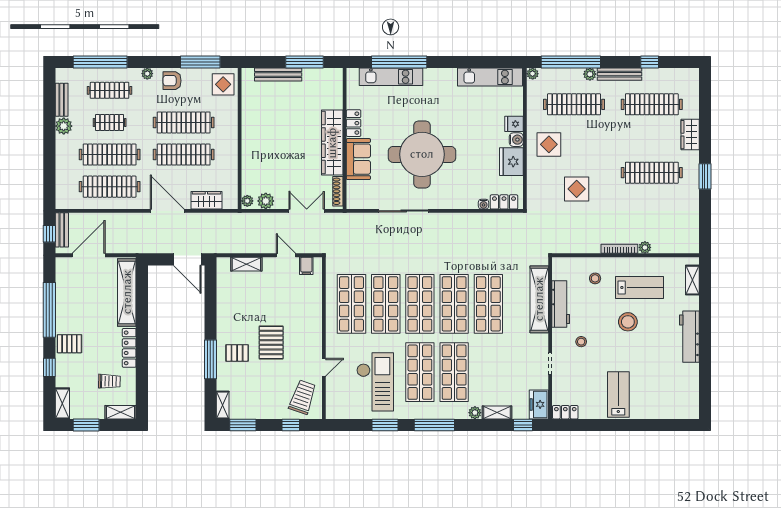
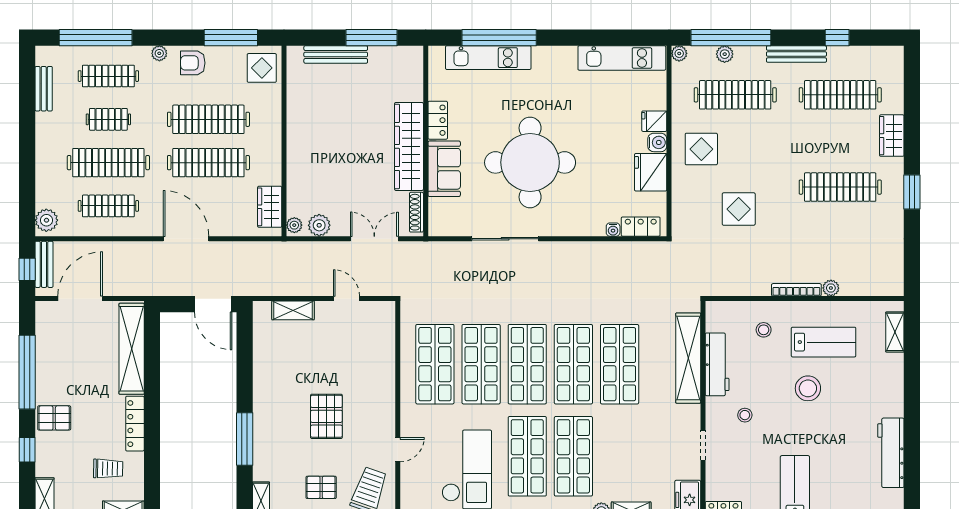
plant: (590, 74) -> (725, 54), moved
plant: (64, 126) -> (46, 220), moved
clothes rail: (110, 187) -> (108, 206), width x0.73, depth x0.76
wardrobe: (206, 200) -> (270, 207), moved, turned -90
filing cabinet: (306, 266) -> (374, 313), removed
workbench: (689, 337) -> (891, 453), moved
pallet: (237, 353) -> (321, 487), moved

